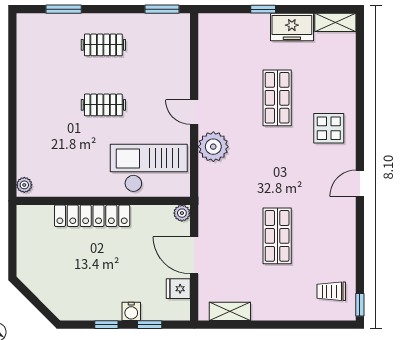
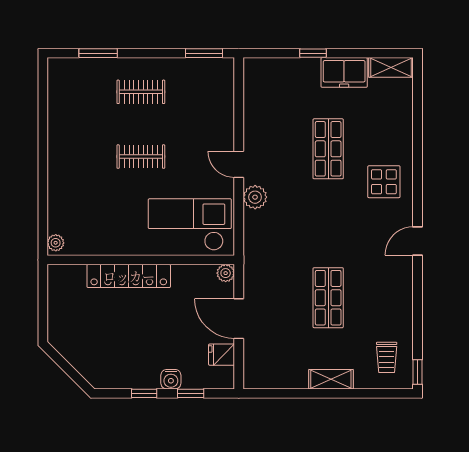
plant: (213, 147) -> (255, 197), width x0.73, depth x0.73
trolley: (331, 291) -> (387, 357), turned -90
shelving: (230, 311) -> (331, 379), moved

